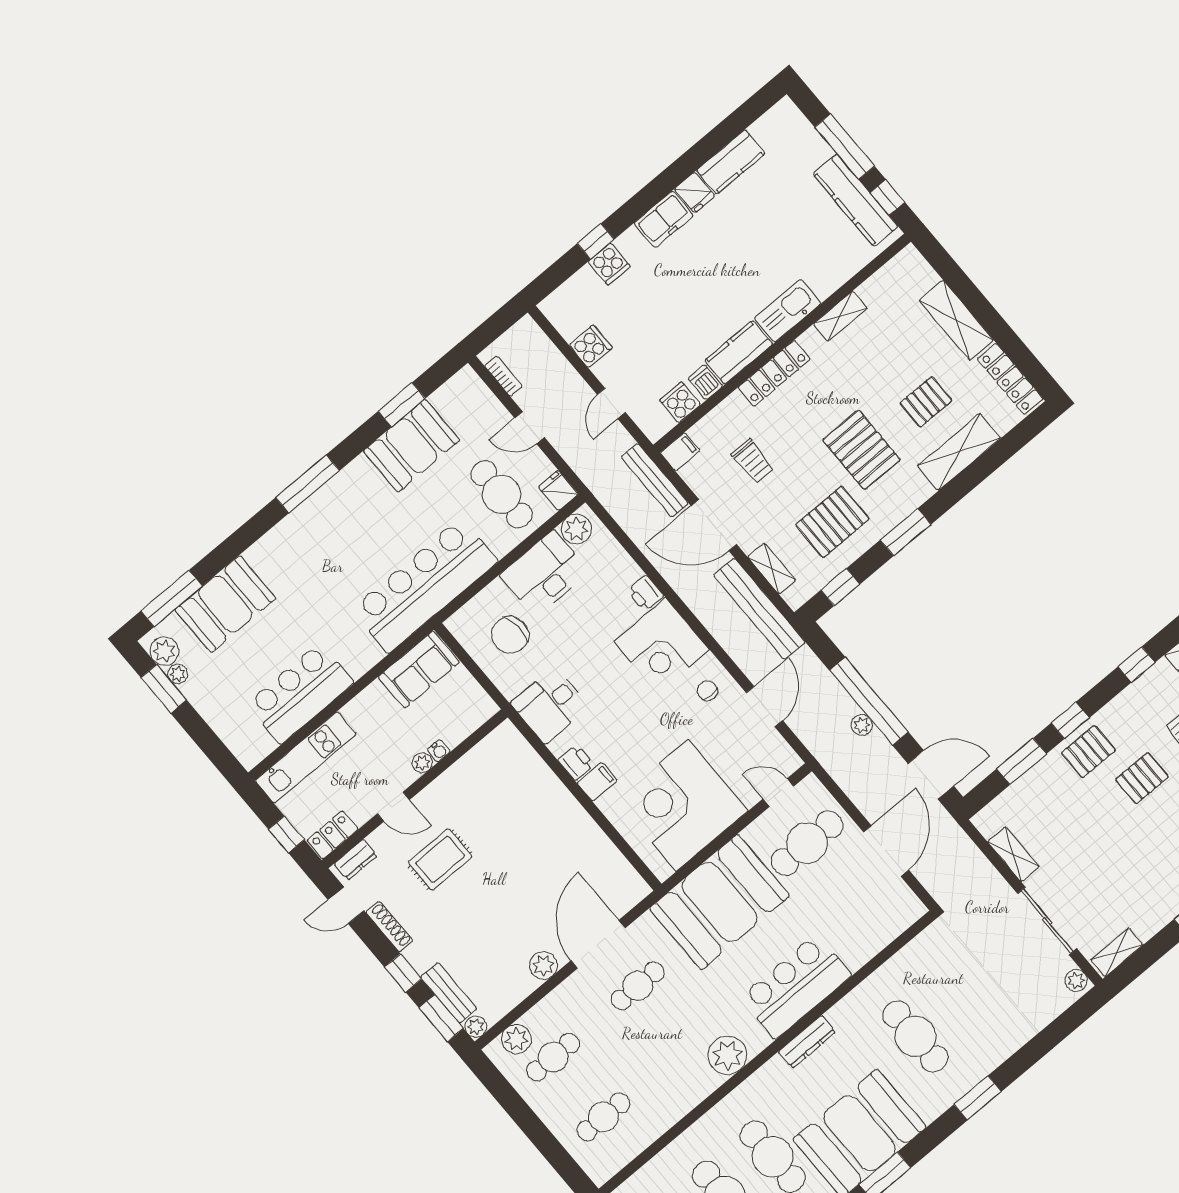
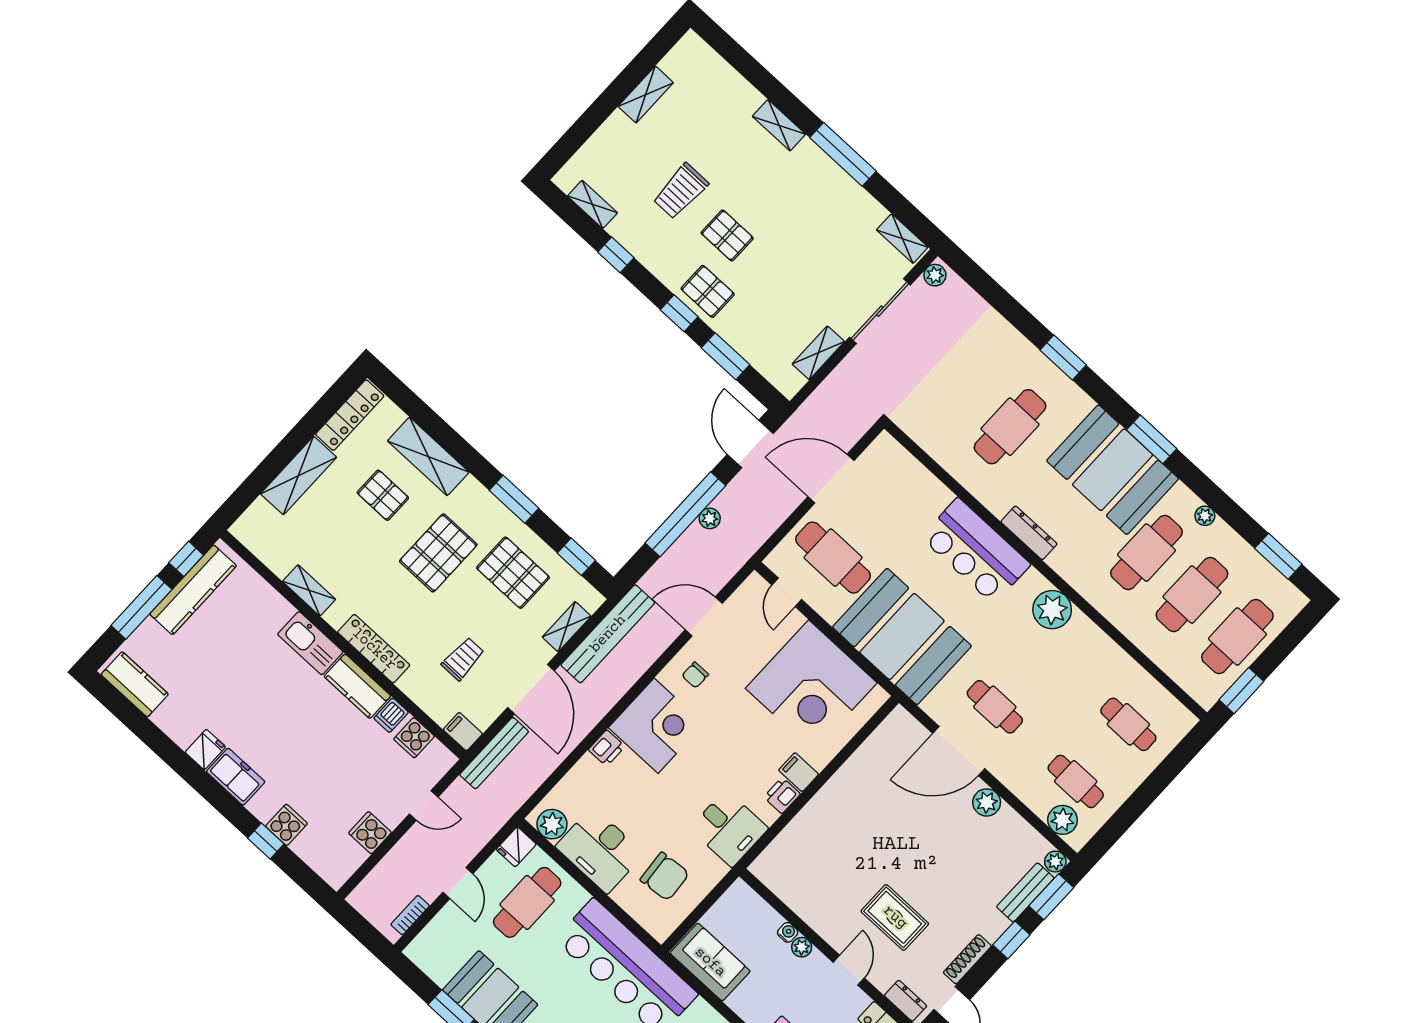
kitchen counter: (731, 162) -> (135, 684), moved

